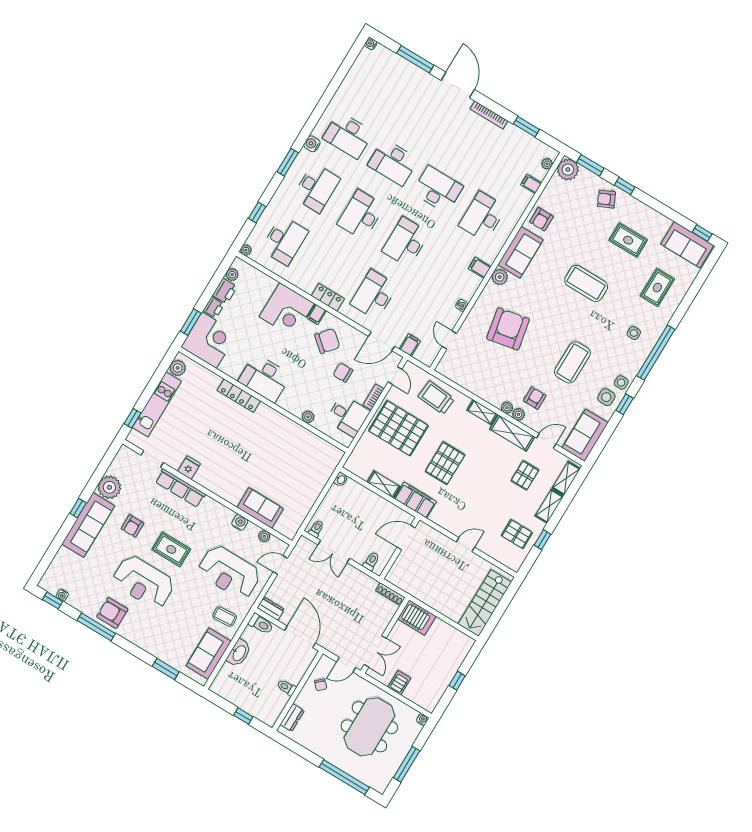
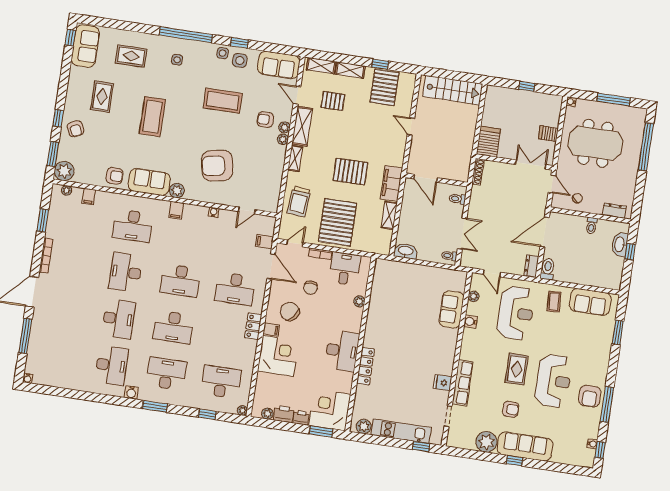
washbasin: (341, 479) -> (406, 251), width x1.91, depth x1.45
pallet: (517, 534) -> (384, 87), width x1.50, depth x1.42
washbasin: (239, 653) -> (620, 244), moved, turned -90

